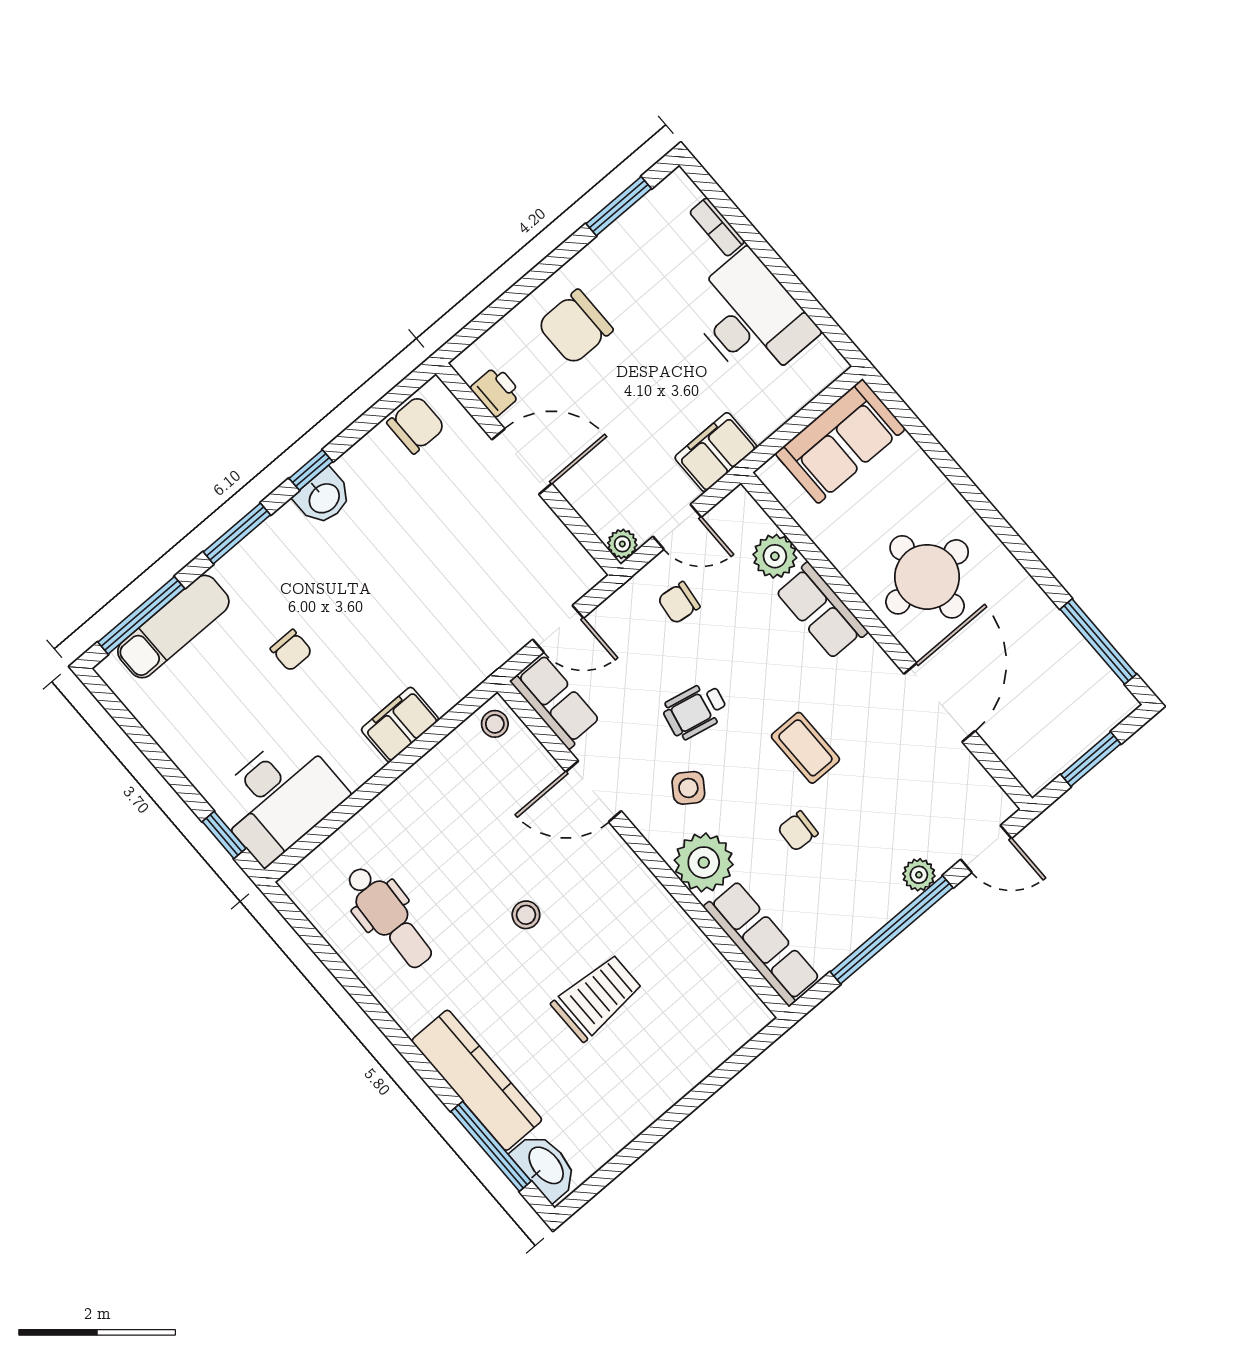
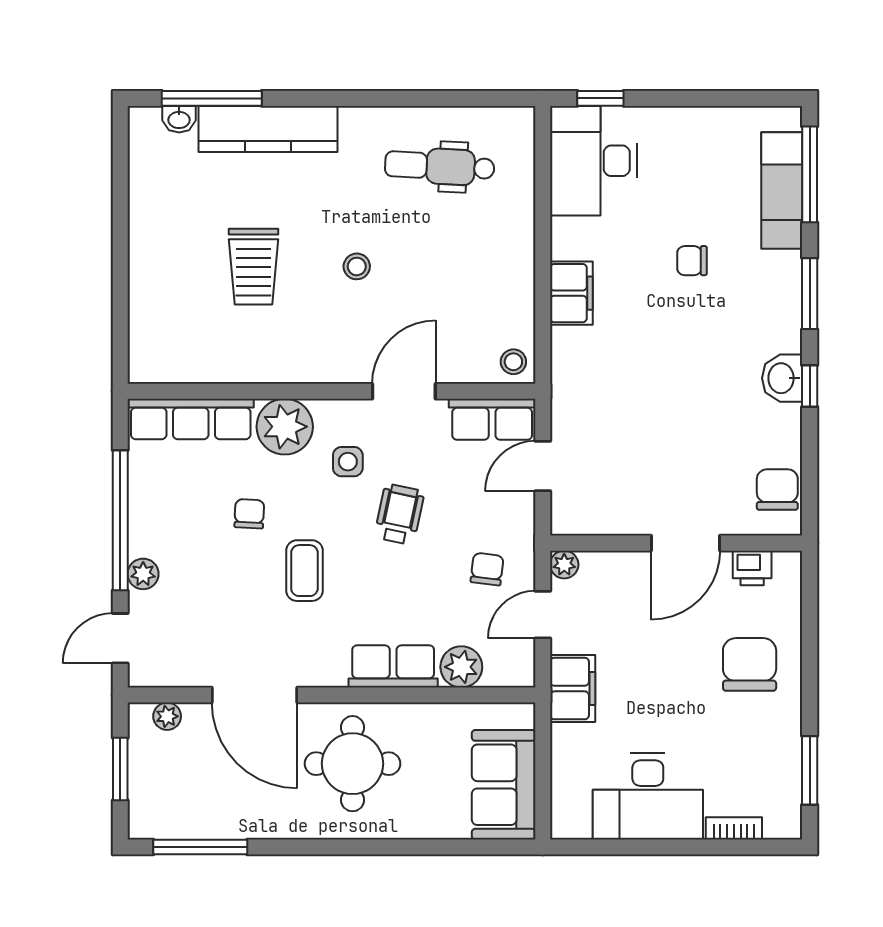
chair: (416, 425) -> (777, 490), turned 180
coffee table: (805, 748) -> (304, 571), turned 90
plant: (1016, 758) -> (167, 716), added
side table: (688, 788) -> (348, 462), turned -35
washbasin: (545, 1166) -> (179, 119), width x0.52, depth x0.69

